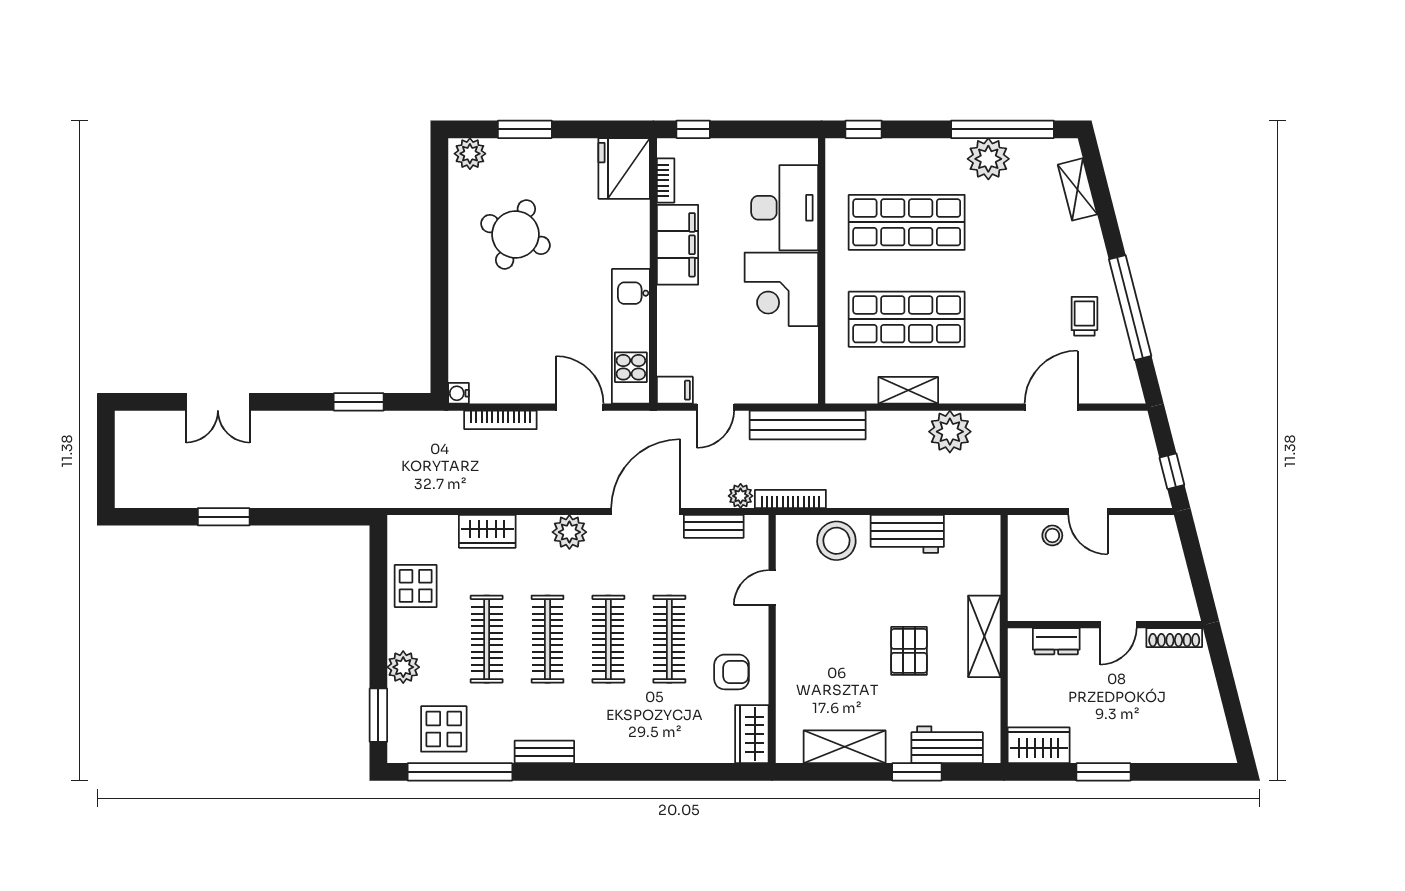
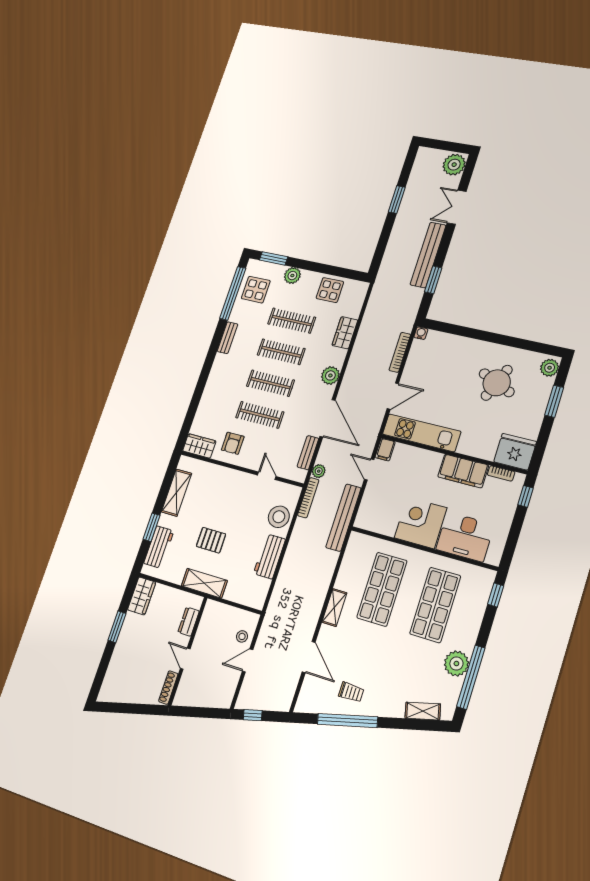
shelving: (908, 390) -> (334, 608), moved
bench: (315, 426) -> (428, 255), added
plant: (950, 432) -> (454, 165), moved

